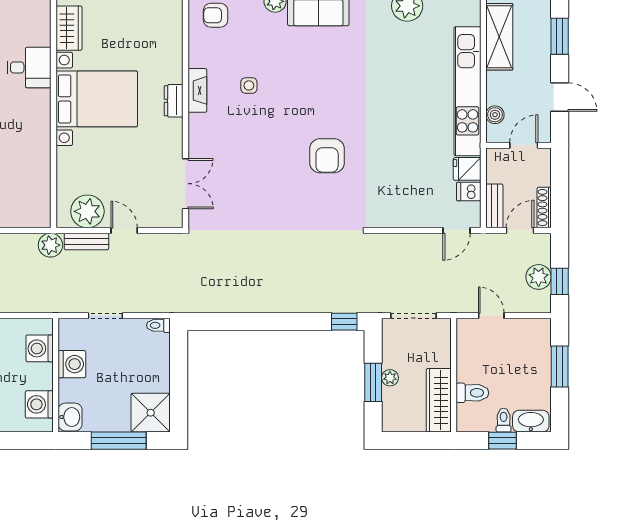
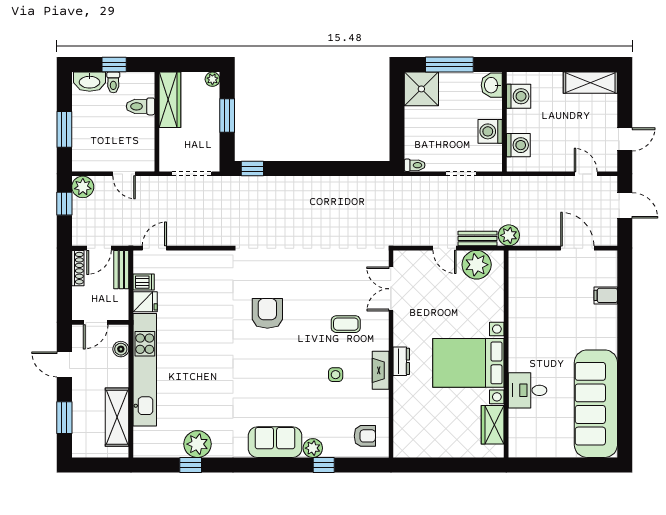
coffee table: (237, 143) -> (346, 324), added
plant: (539, 277) -> (83, 187), moved
plant: (390, 378) -> (212, 79), moved

